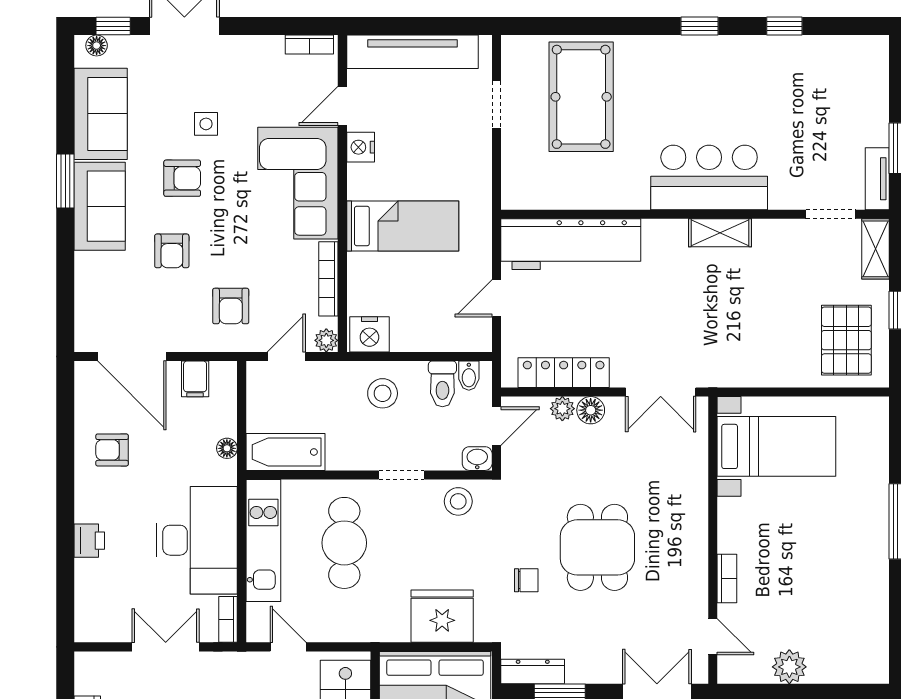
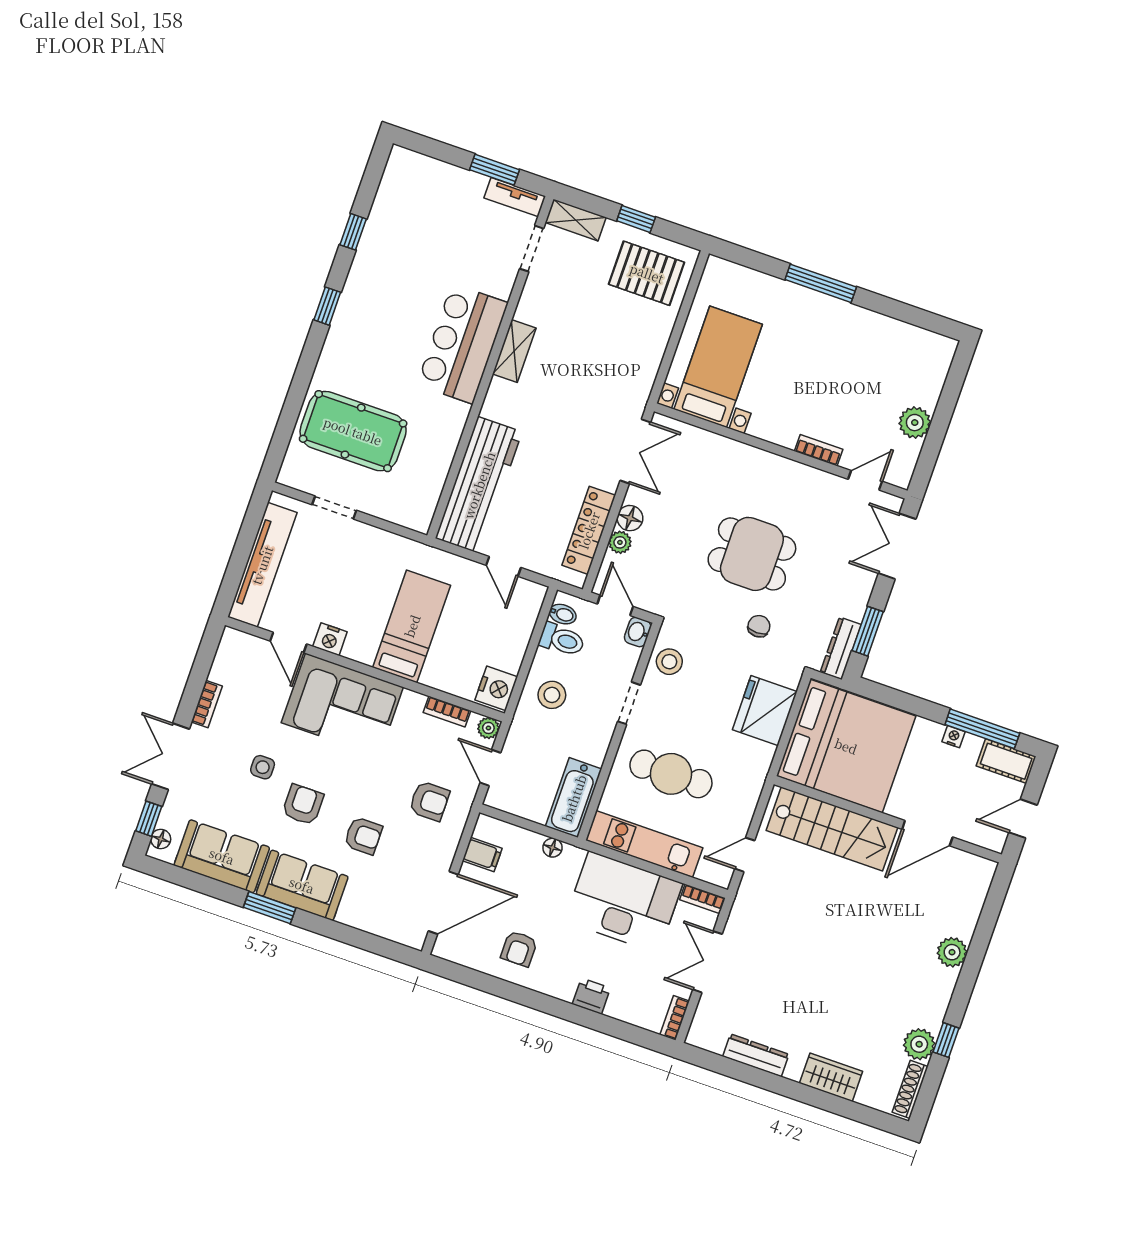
bookcase: (309, 45) -> (207, 704), moved
bookcase: (328, 279) -> (447, 712), width x0.64
bookcase: (97, 633) -> (675, 1018), added

